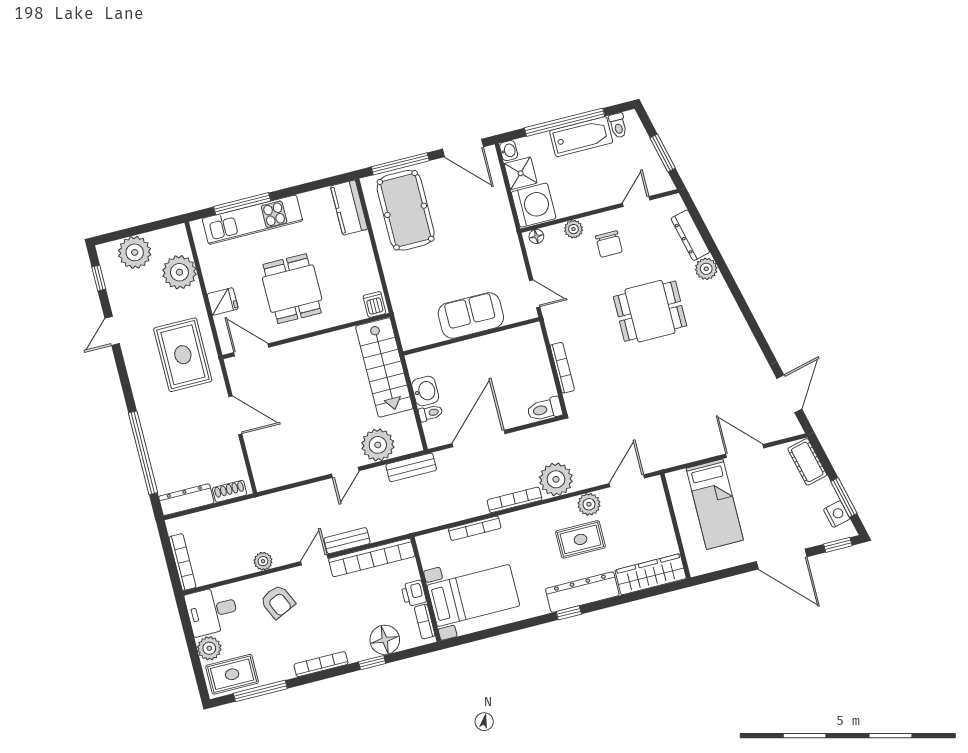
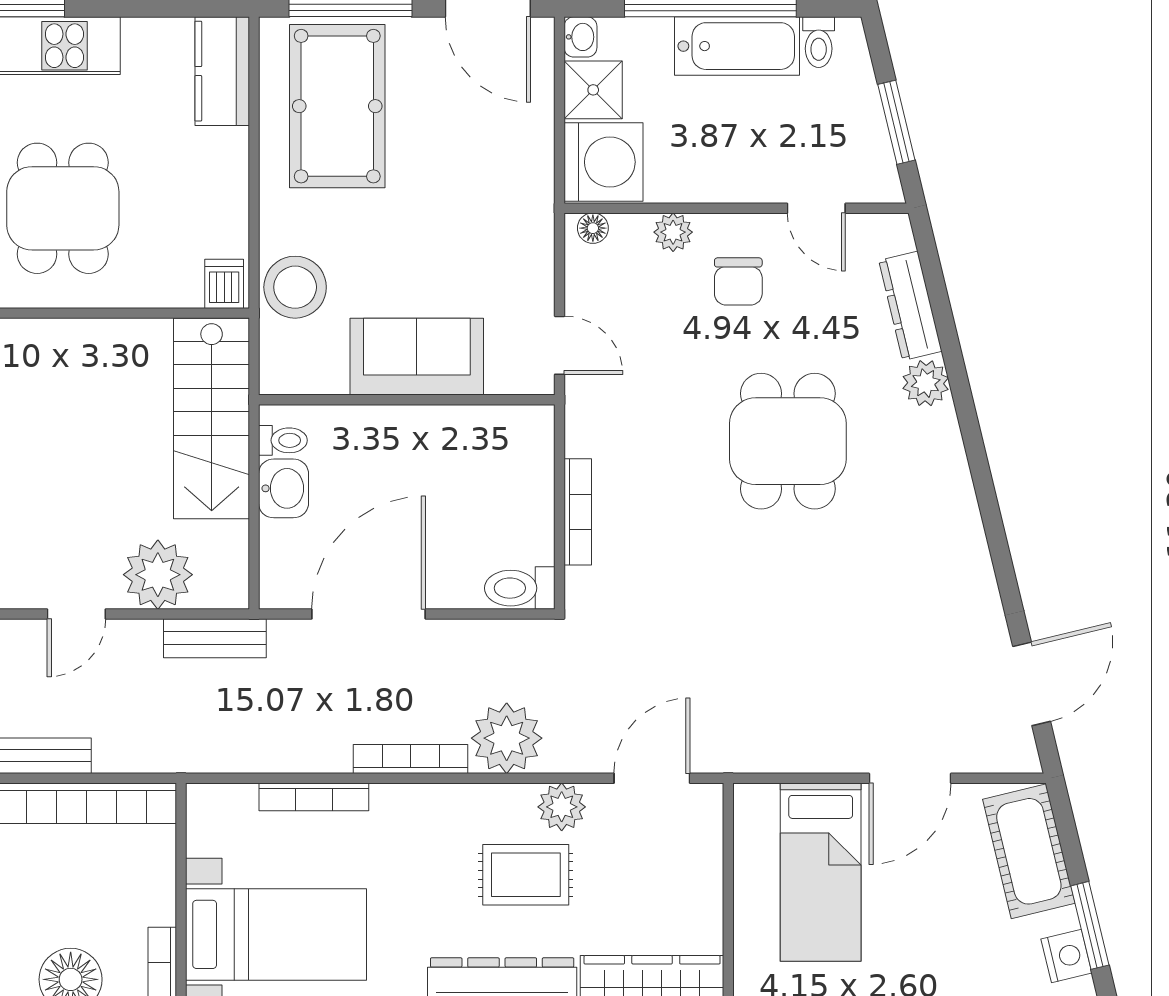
door: (636, 202) -> (816, 208), swing flipped
stool: (407, 298) -> (295, 287), added
dining table: (650, 311) -> (788, 441), turned 90
toilet: (430, 413) -> (283, 440), moved
door: (745, 451) -> (910, 778), swing flipped
cot: (807, 462) -> (1029, 851), width x1.37, depth x1.34
printer: (414, 593) -> (154, 899), removed

